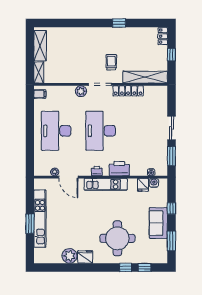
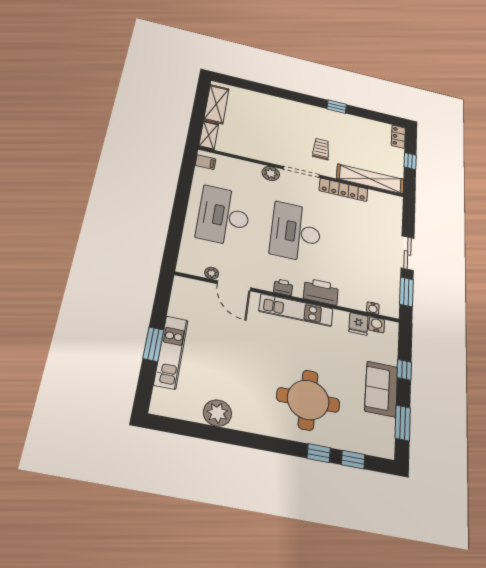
kitchen unit: (40, 219) -> (171, 352), width x0.73
fridge: (85, 257) -> (246, 420), removed

